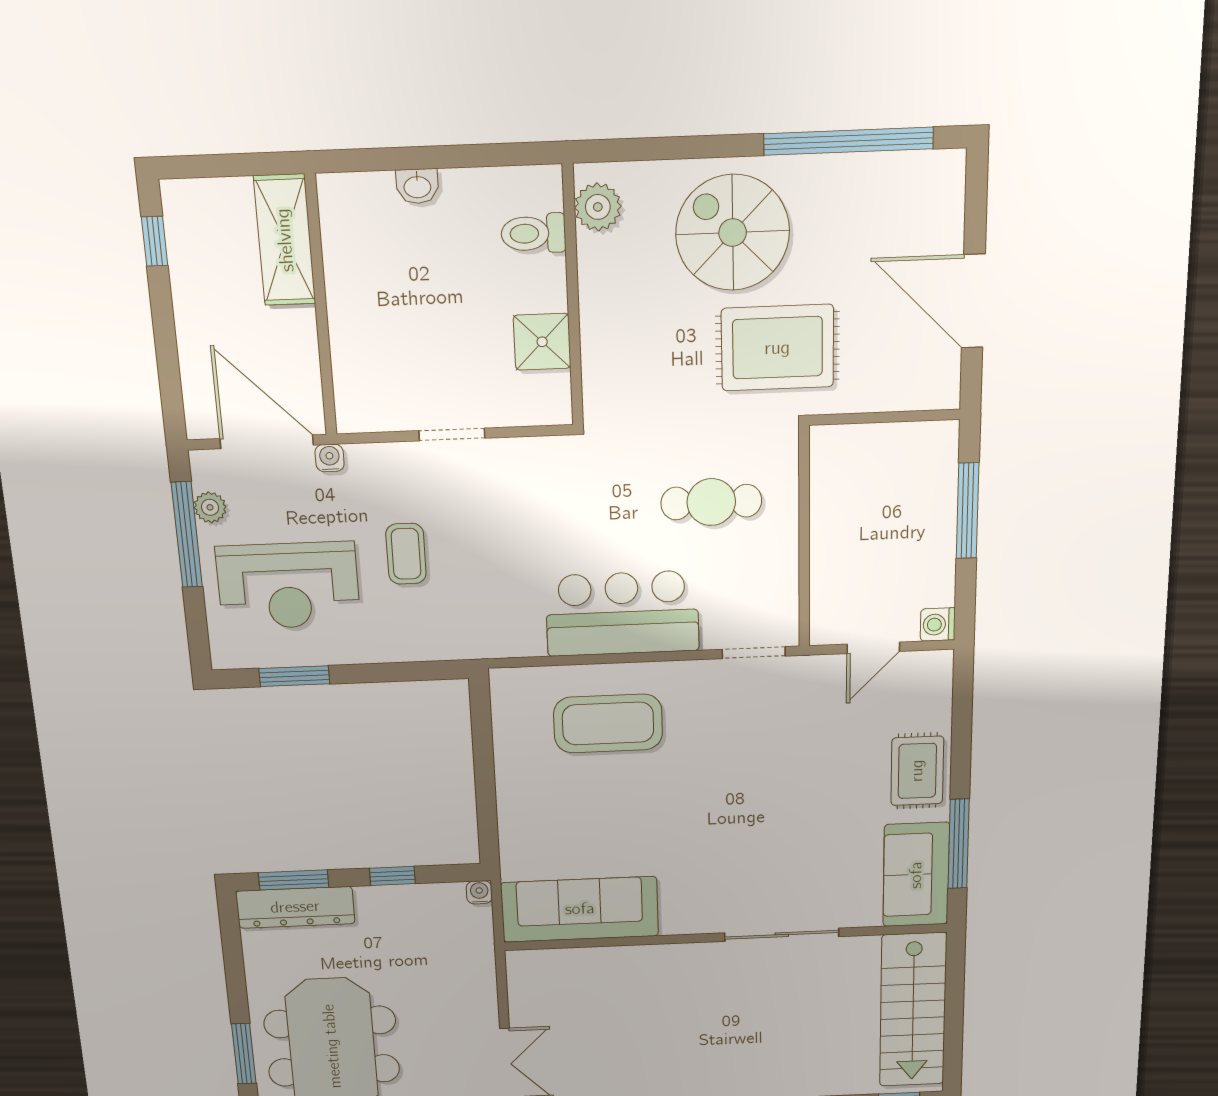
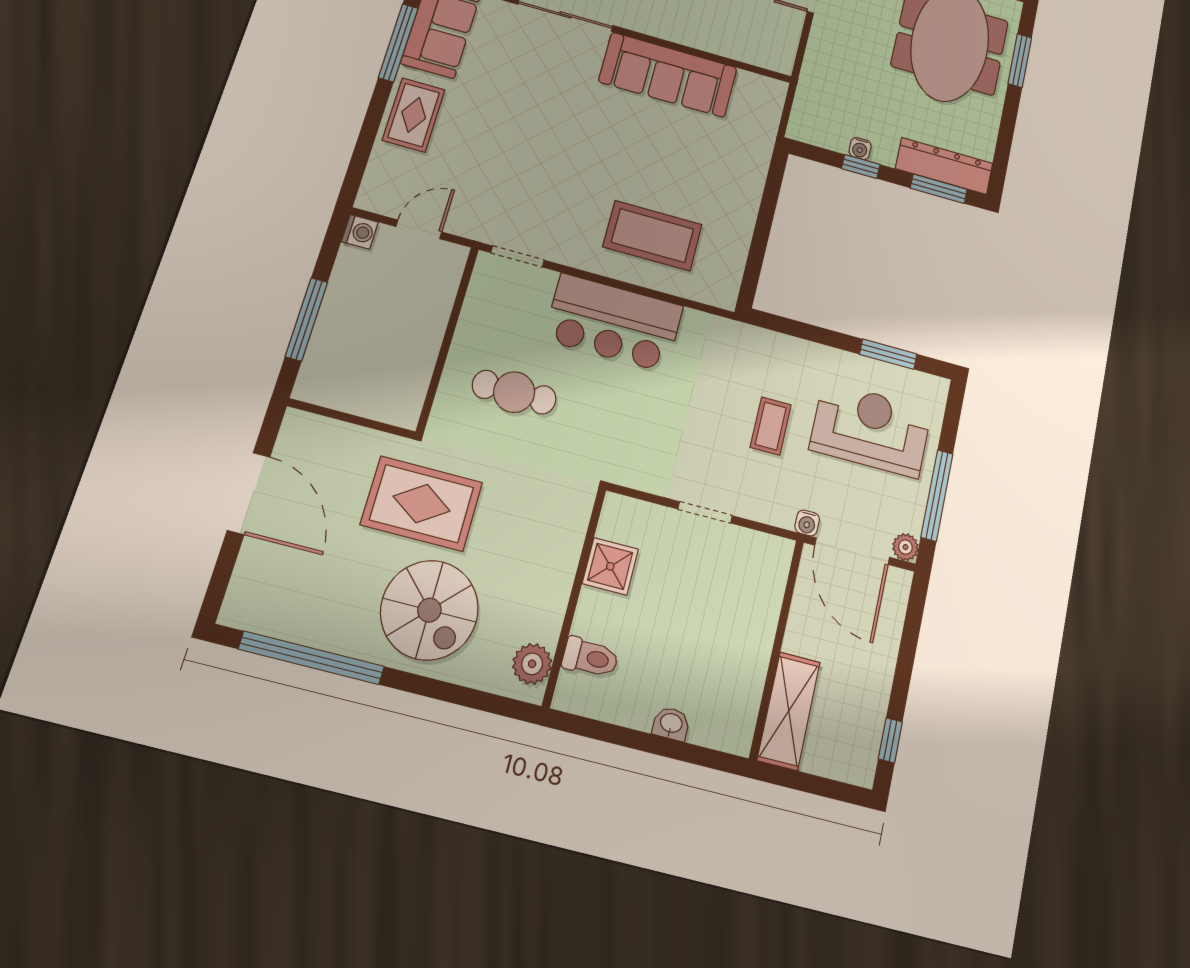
plant: (210, 507) -> (905, 547), moved
water cooler: (479, 892) -> (860, 149), moved
sofa: (580, 909) -> (668, 75), moved

